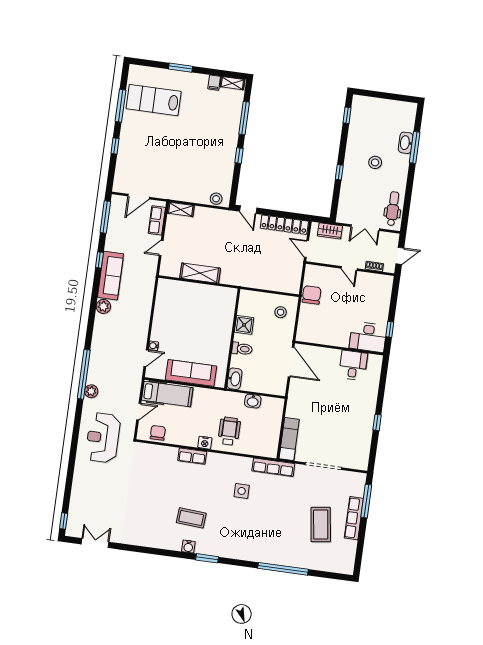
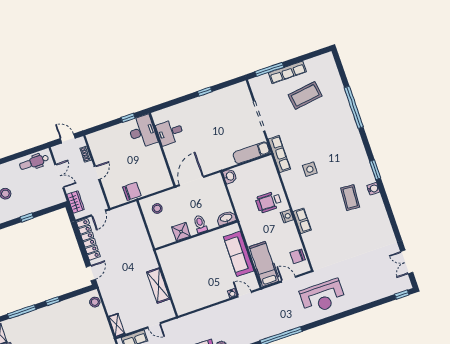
chair: (312, 295) -> (132, 191), turned 180
plant: (91, 391) -> (291, 324), removed
washbasin: (253, 401) -> (230, 176), moved

